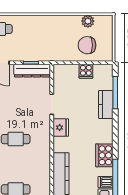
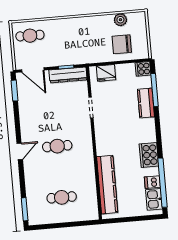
cooker: (86, 71) -> (143, 69), moved, turned 90
fridge: (61, 128) -> (106, 73), moved, turned 90

